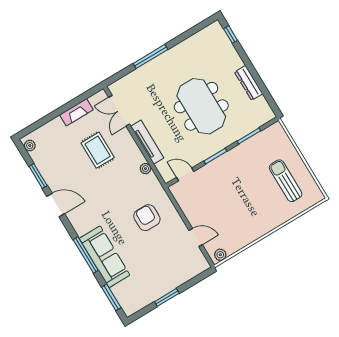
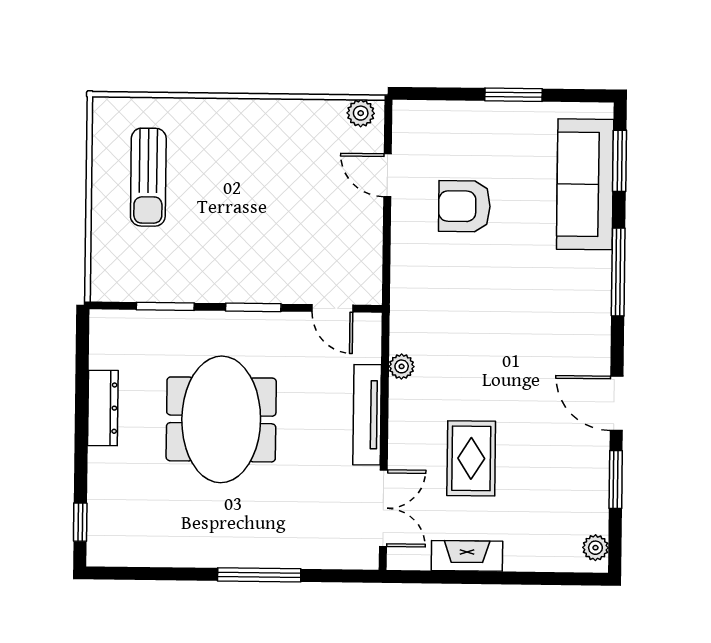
armchair: (147, 218) -> (464, 206), moved, turned 90
sofa: (105, 257) -> (585, 184), moved

